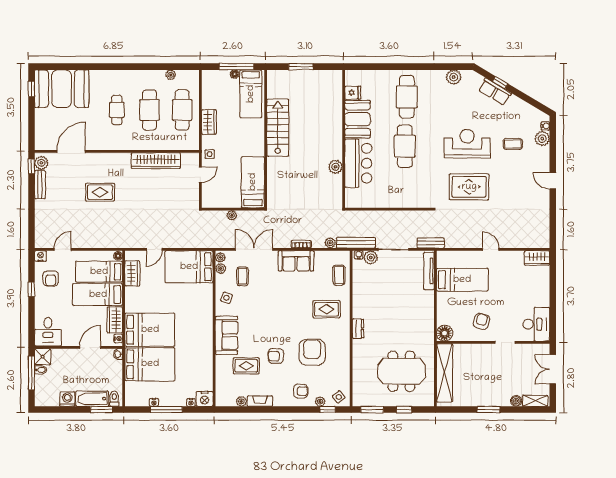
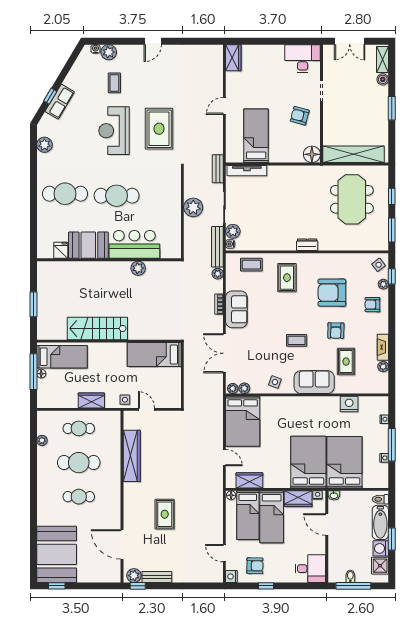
cafe table: (182, 110) -> (79, 428), width x0.73, depth x0.74
plant: (232, 215) -> (193, 207), moved, width x1.88, depth x1.88
coffee table: (243, 276) -> (297, 340), moved
shower: (43, 357) -> (380, 566), moved
armchair: (301, 391) -> (372, 305), turned -90
nightstand: (205, 399) -> (349, 404), moved, turned -90
window: (101, 410) -> (392, 539), moved

